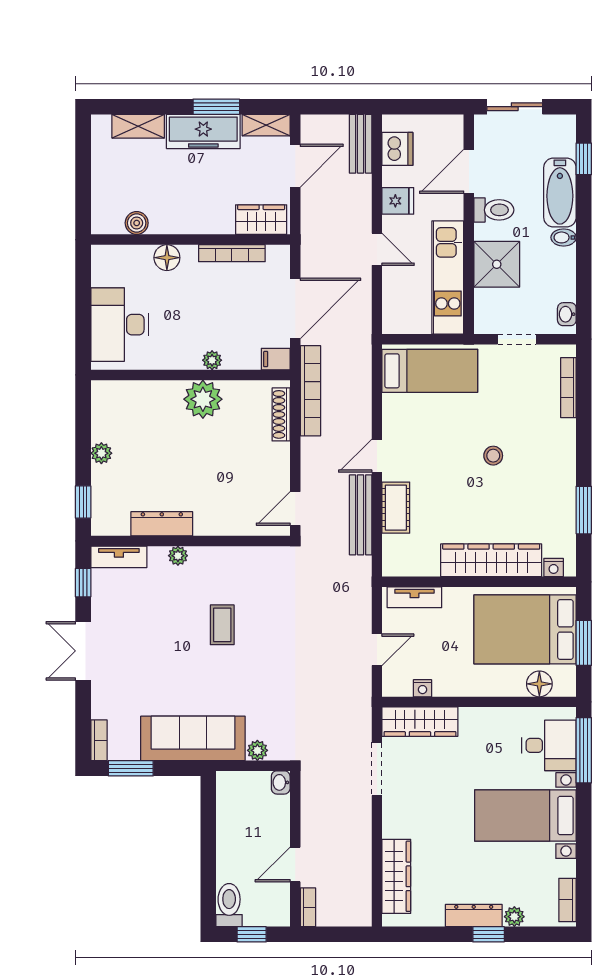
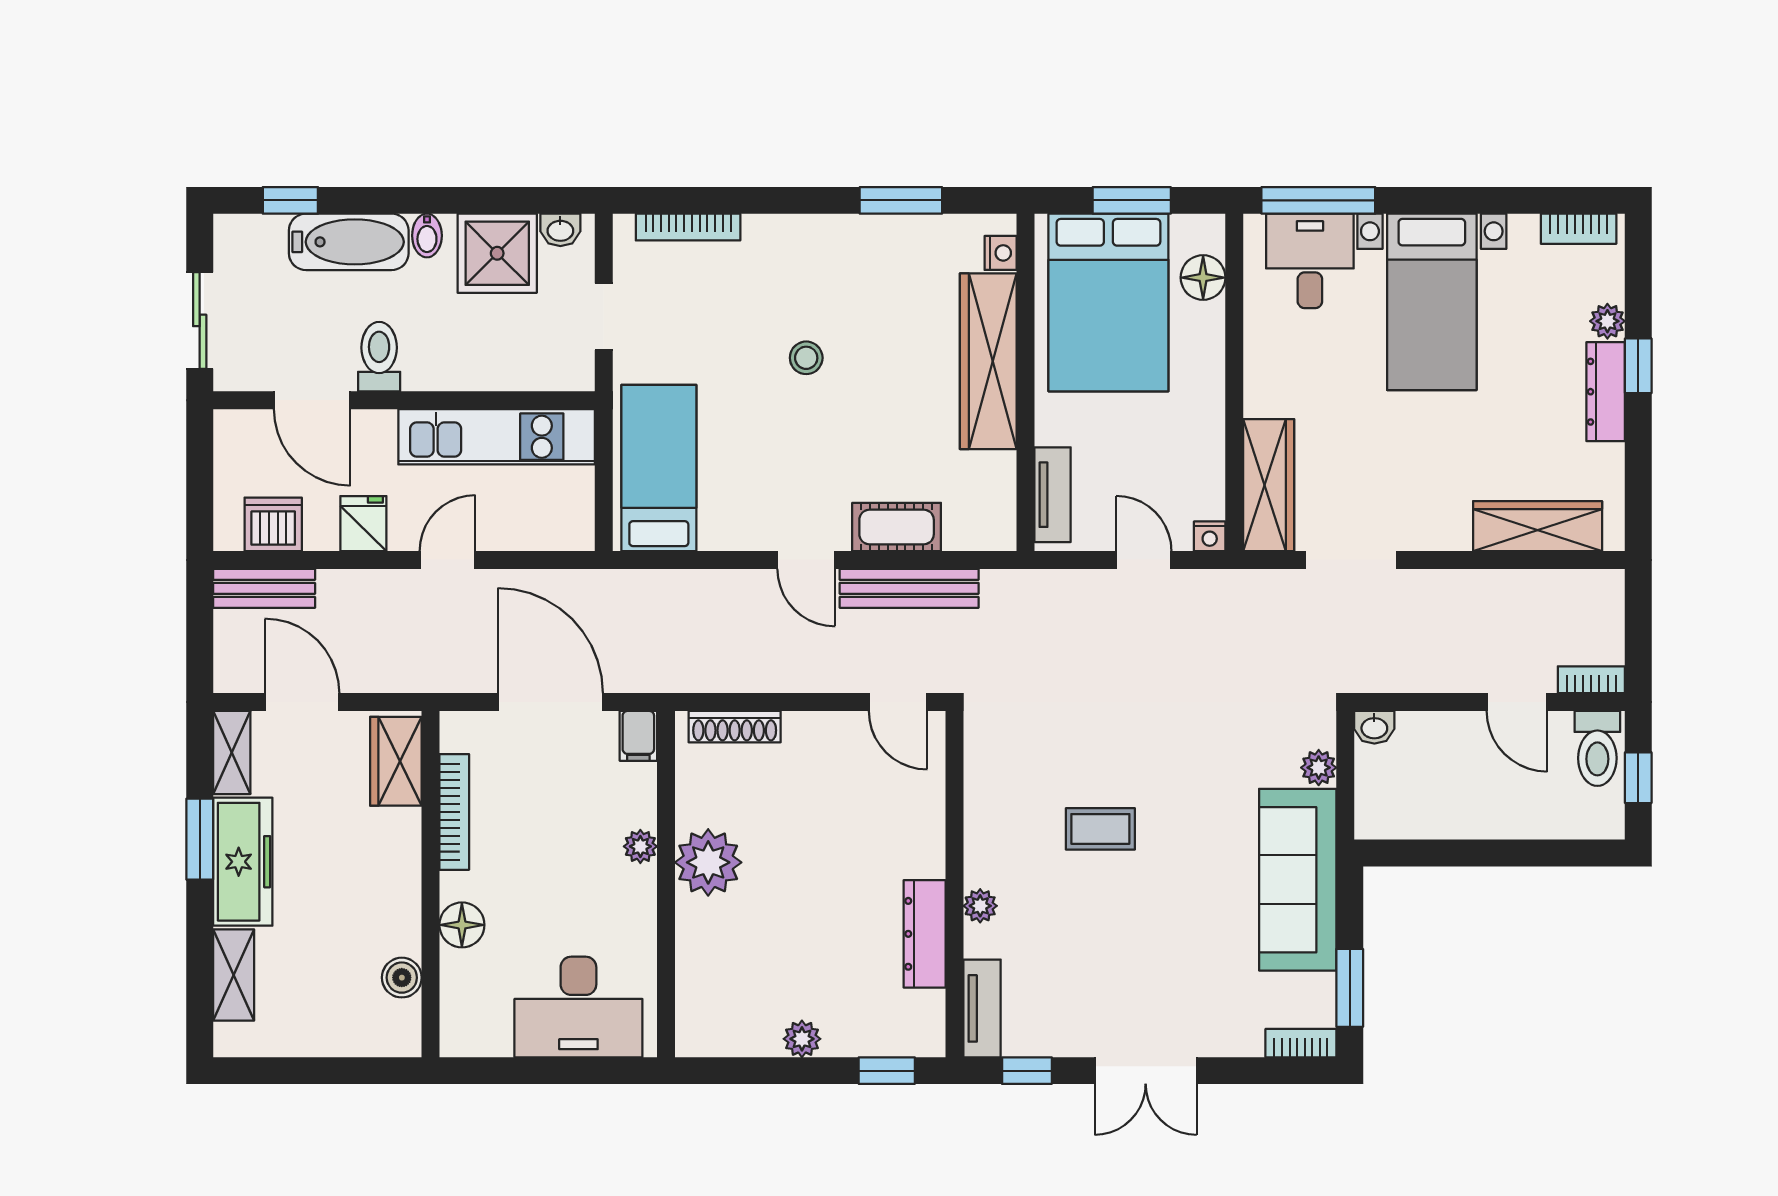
shower: (497, 264) -> (497, 253), moved
bookcase: (310, 391) -> (693, 675), removed
nightstand: (423, 688) -> (1210, 536), moved, turned 90
toilet: (229, 905) -> (1597, 748), moved, turned -90

